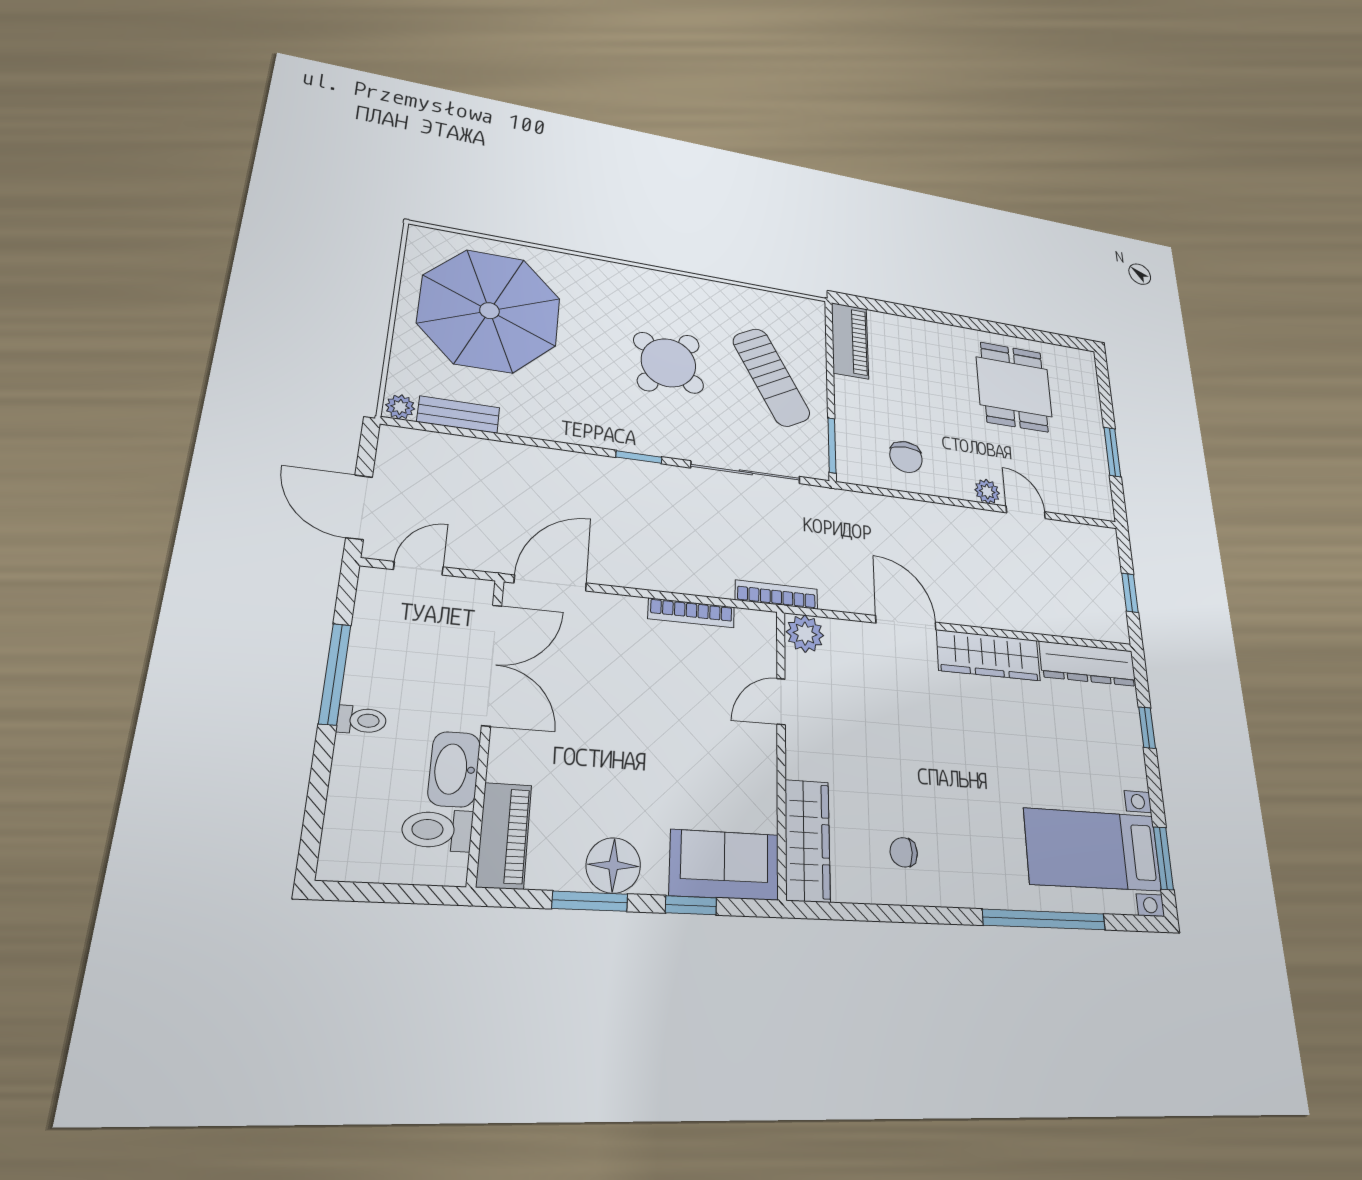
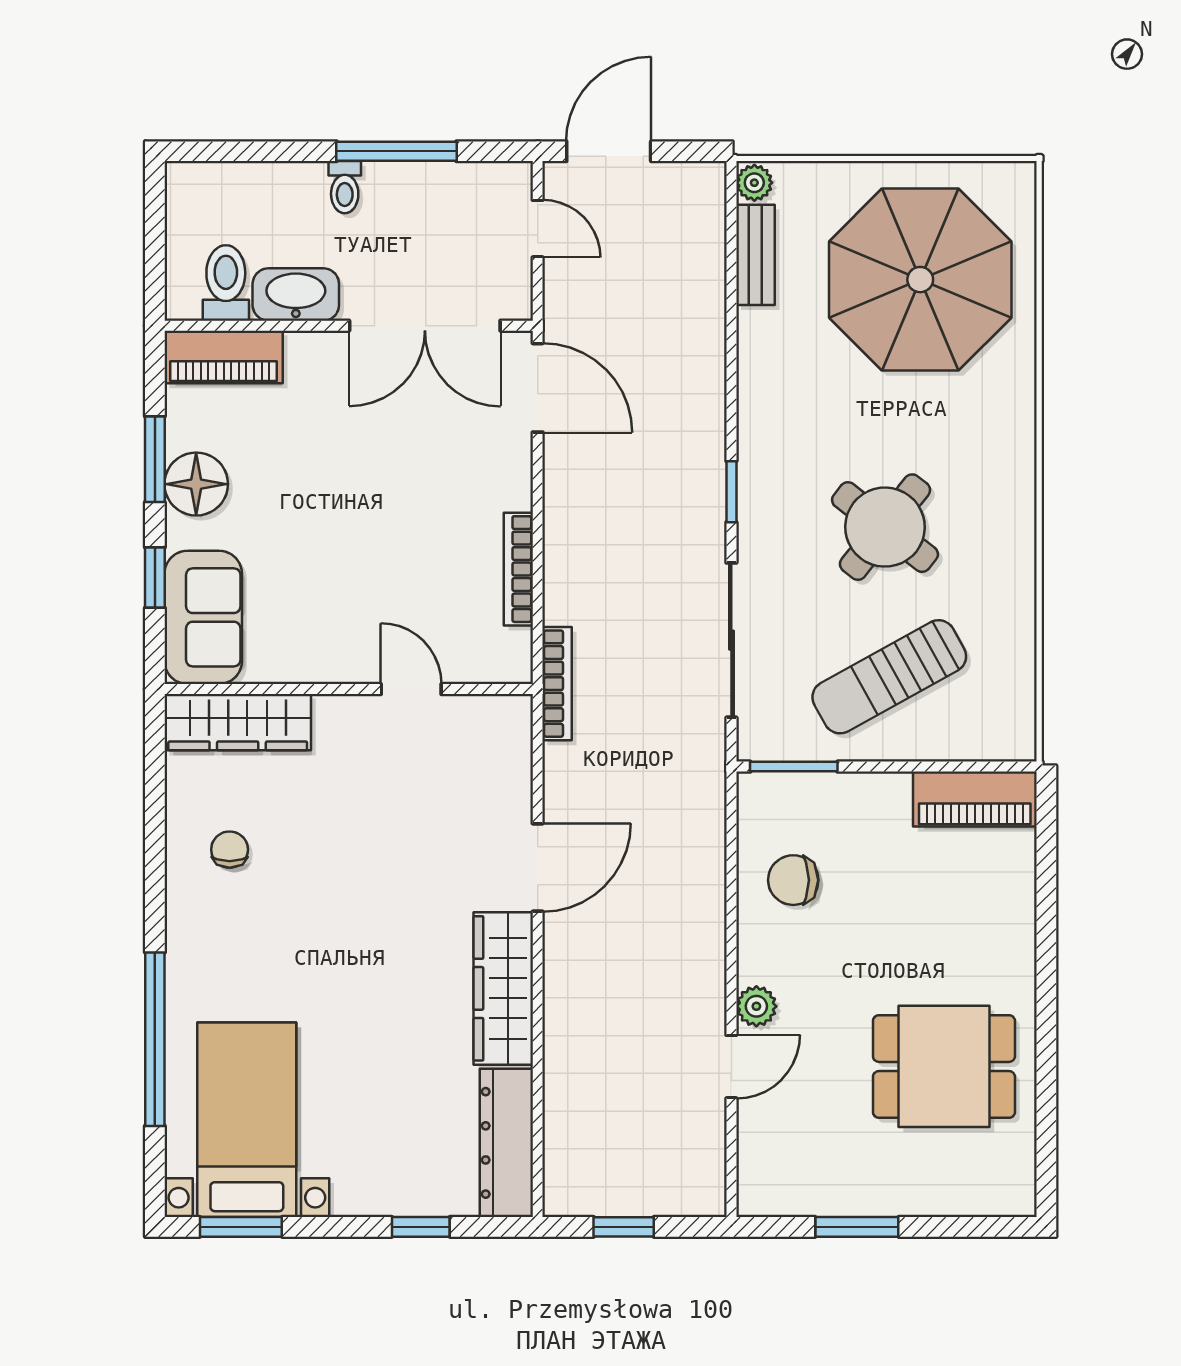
plant: (805, 634) -> (506, 723), removed

